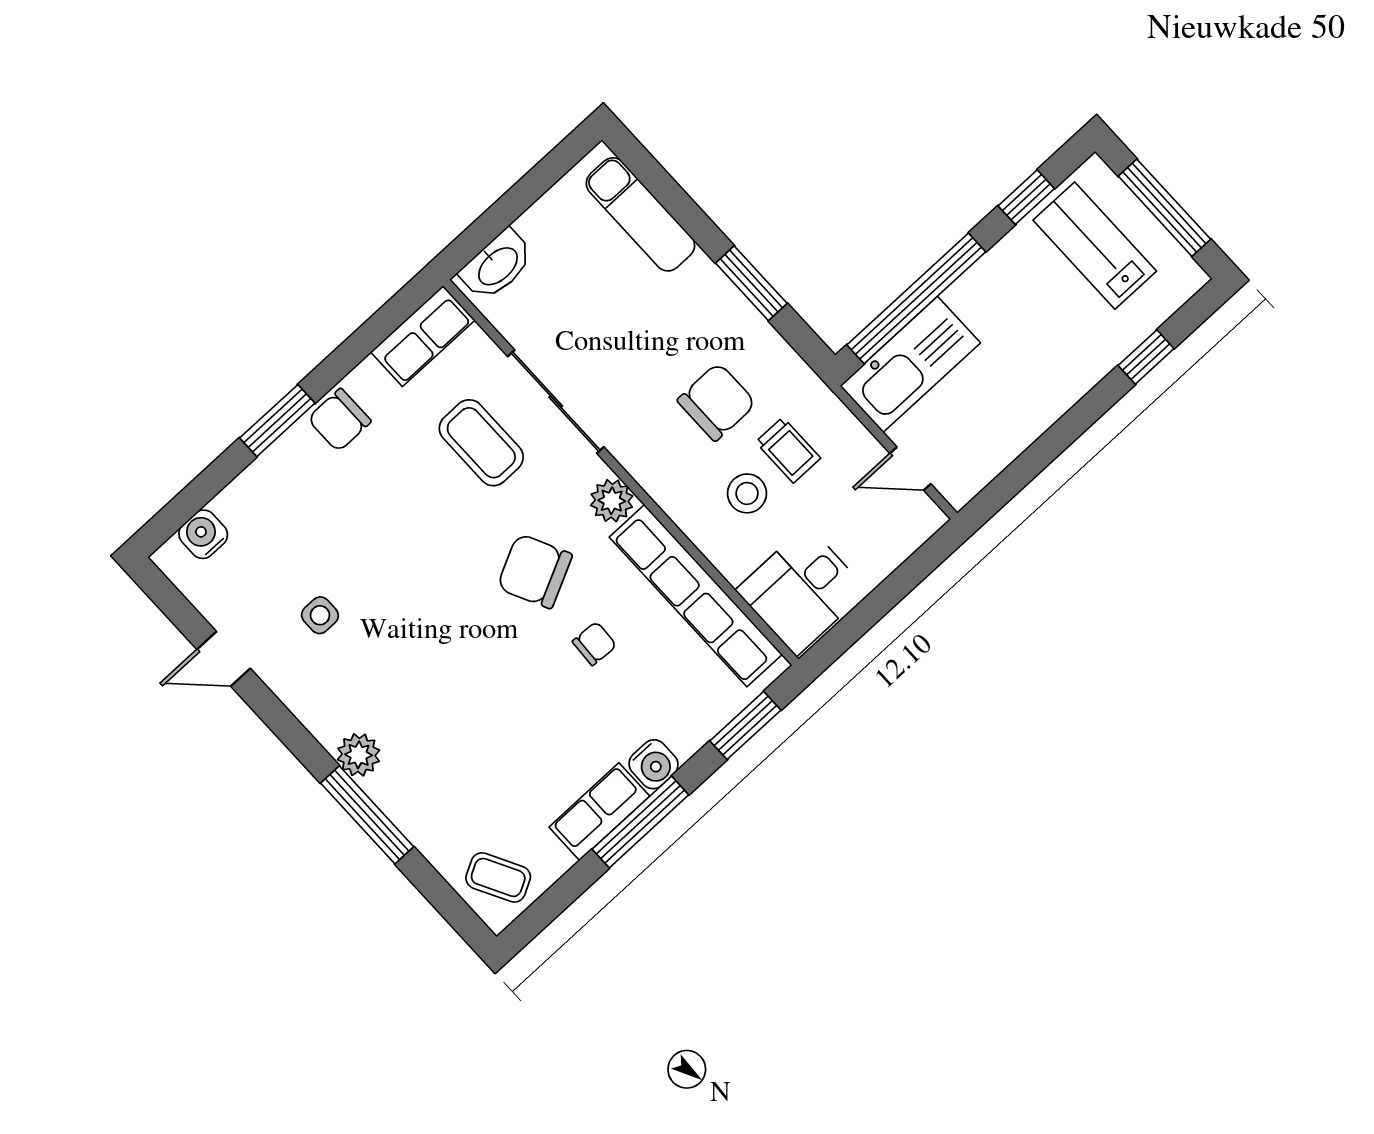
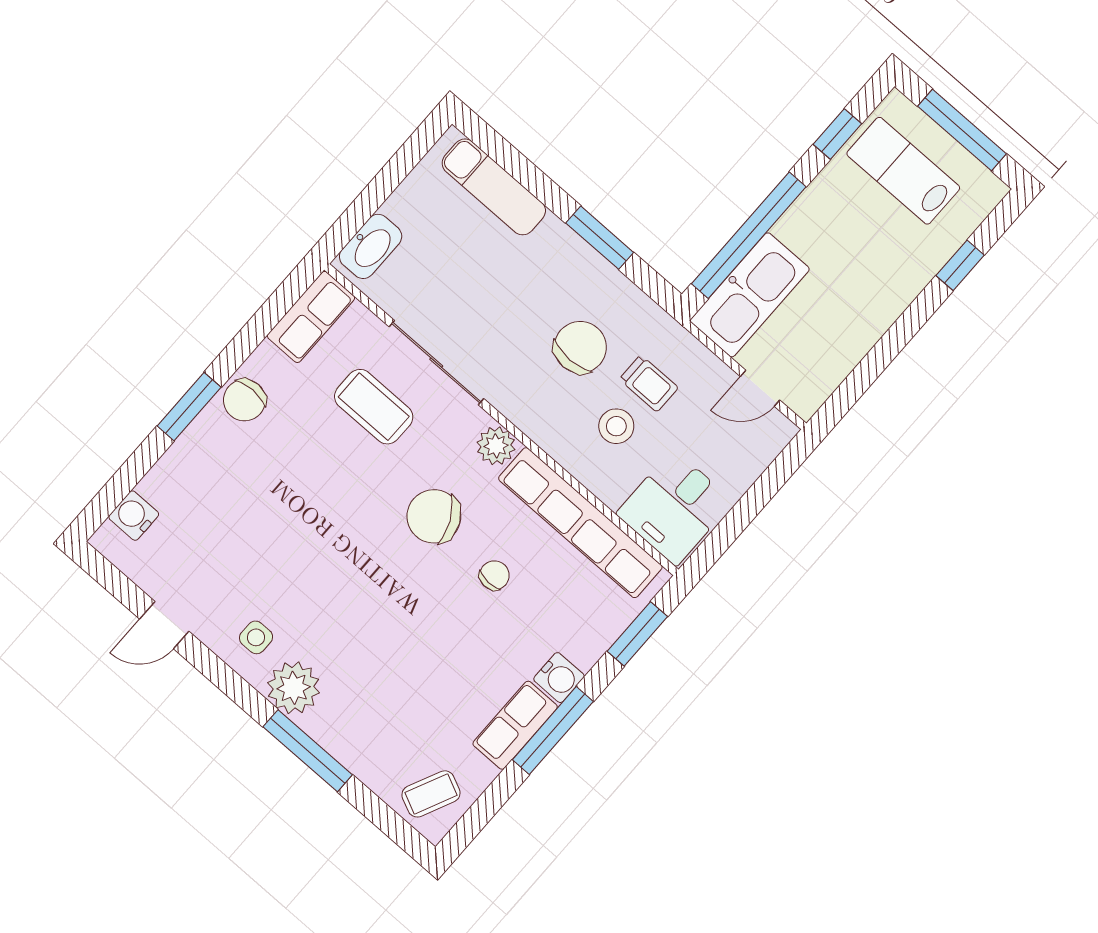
side table: (320, 615) -> (256, 637), moved
plant: (359, 755) -> (294, 688), width x1.36, depth x1.36
coffee table: (498, 877) -> (431, 794), turned -37

